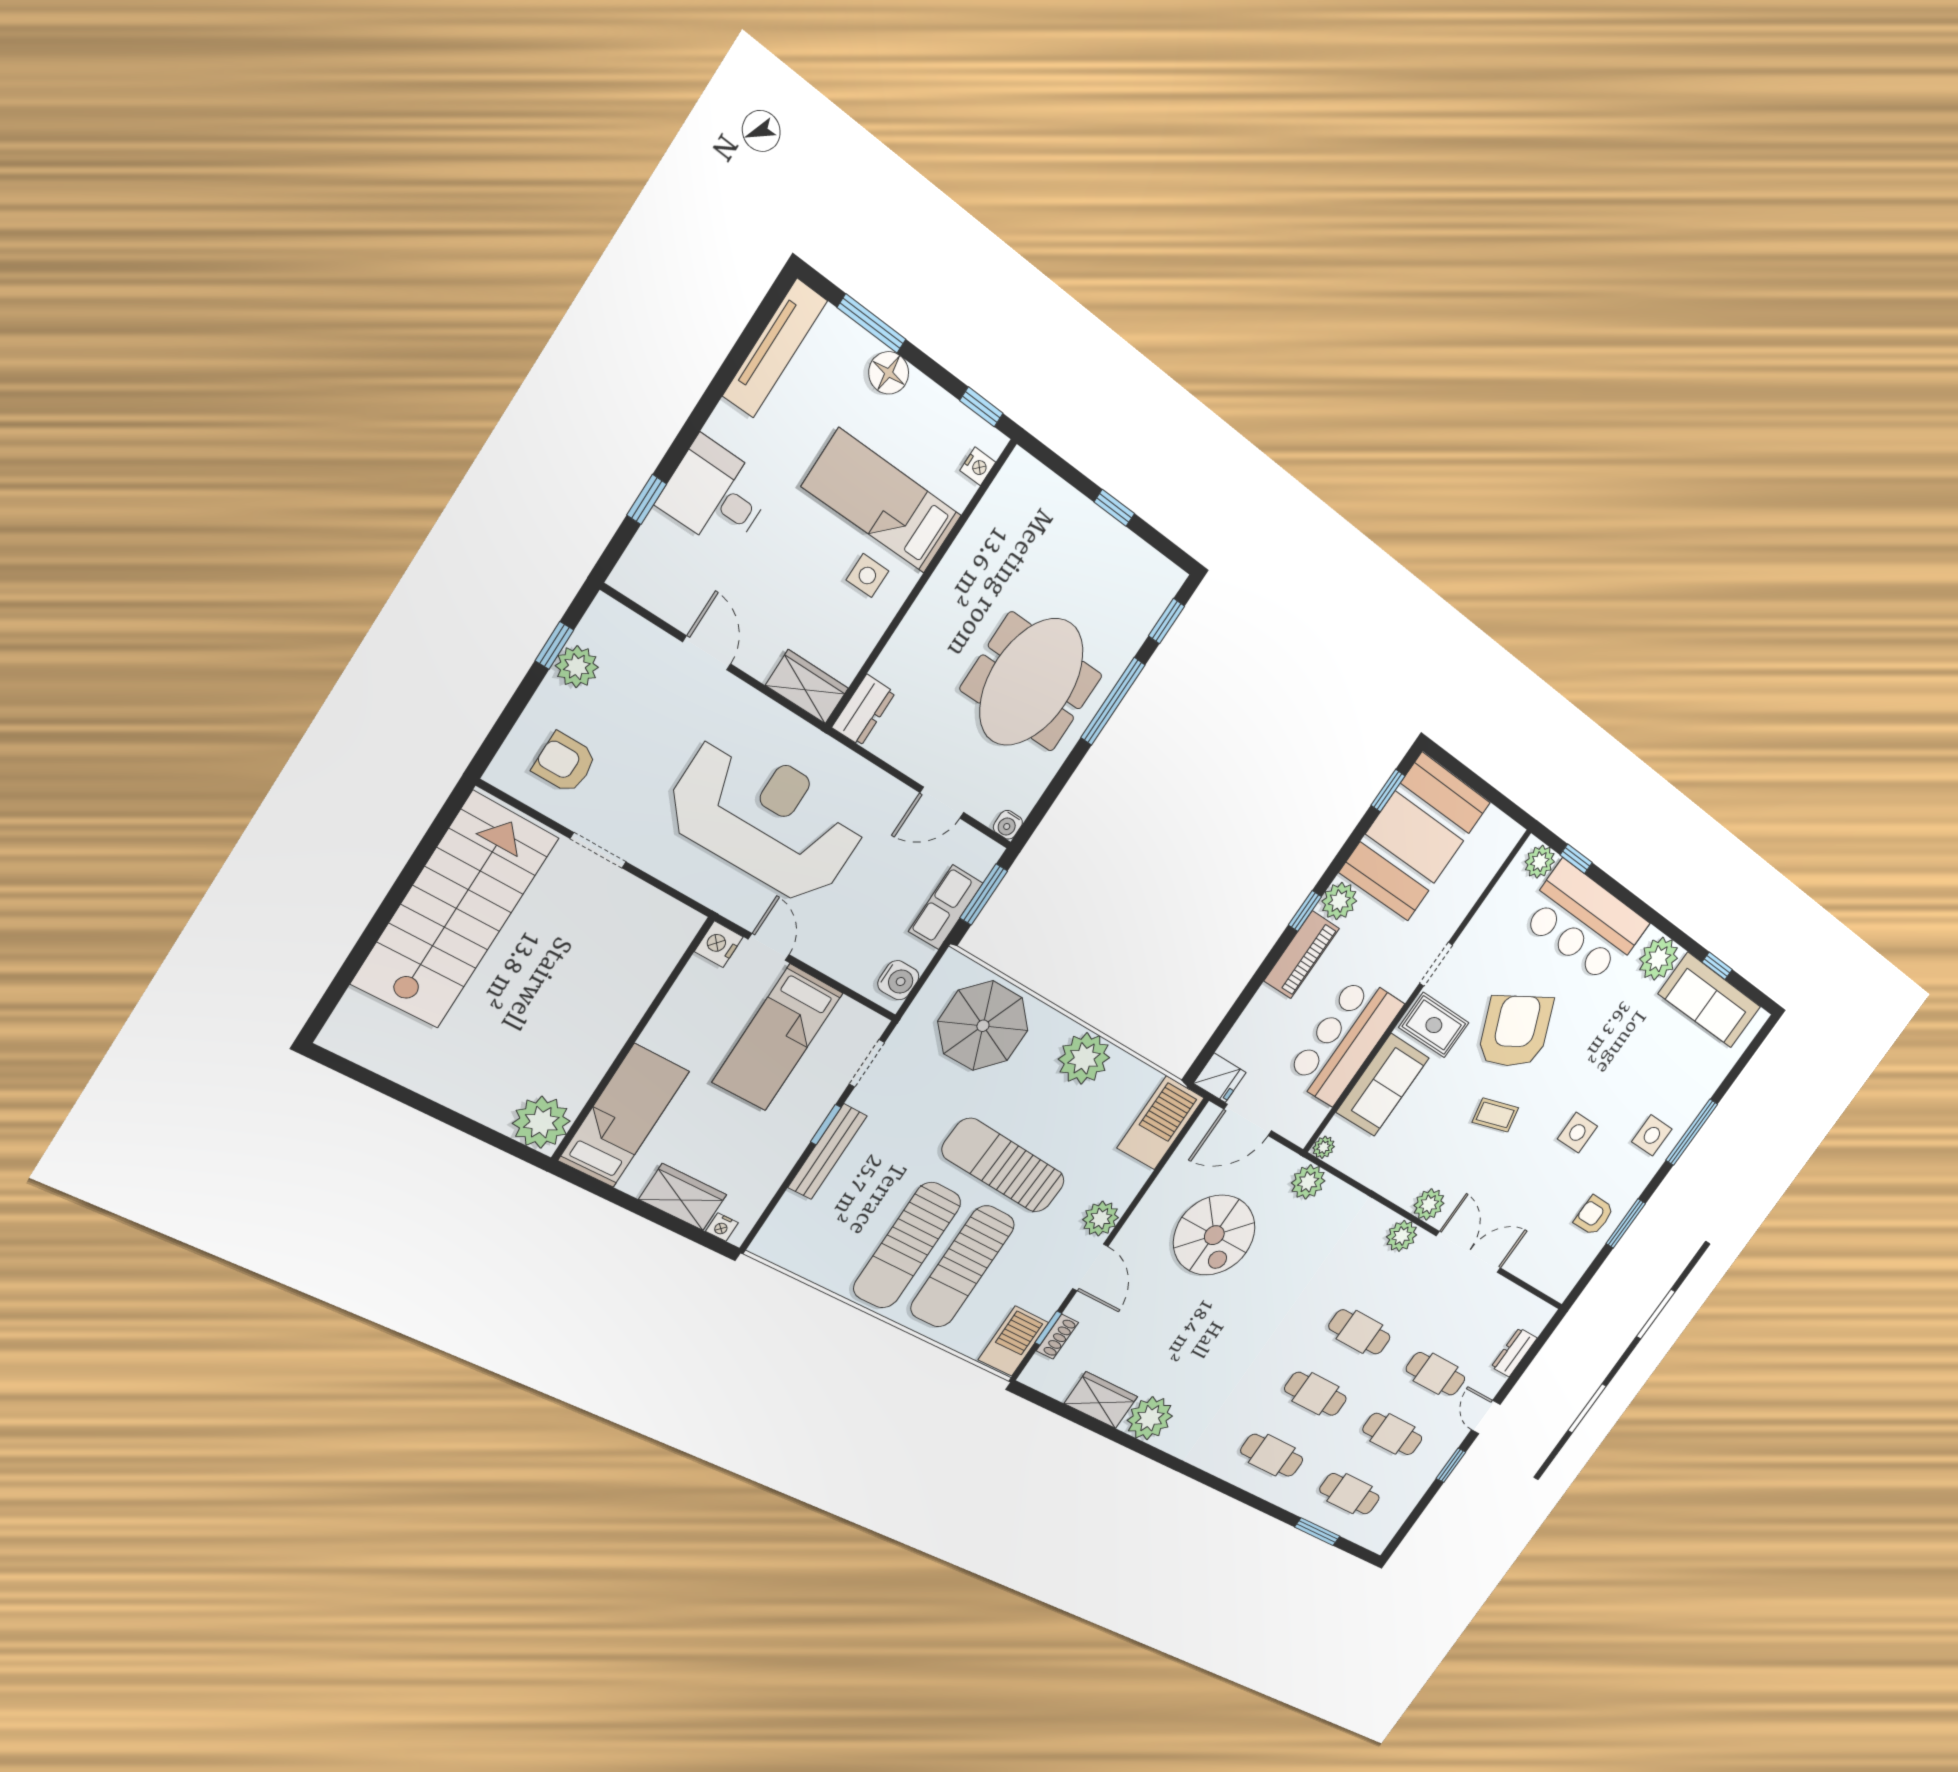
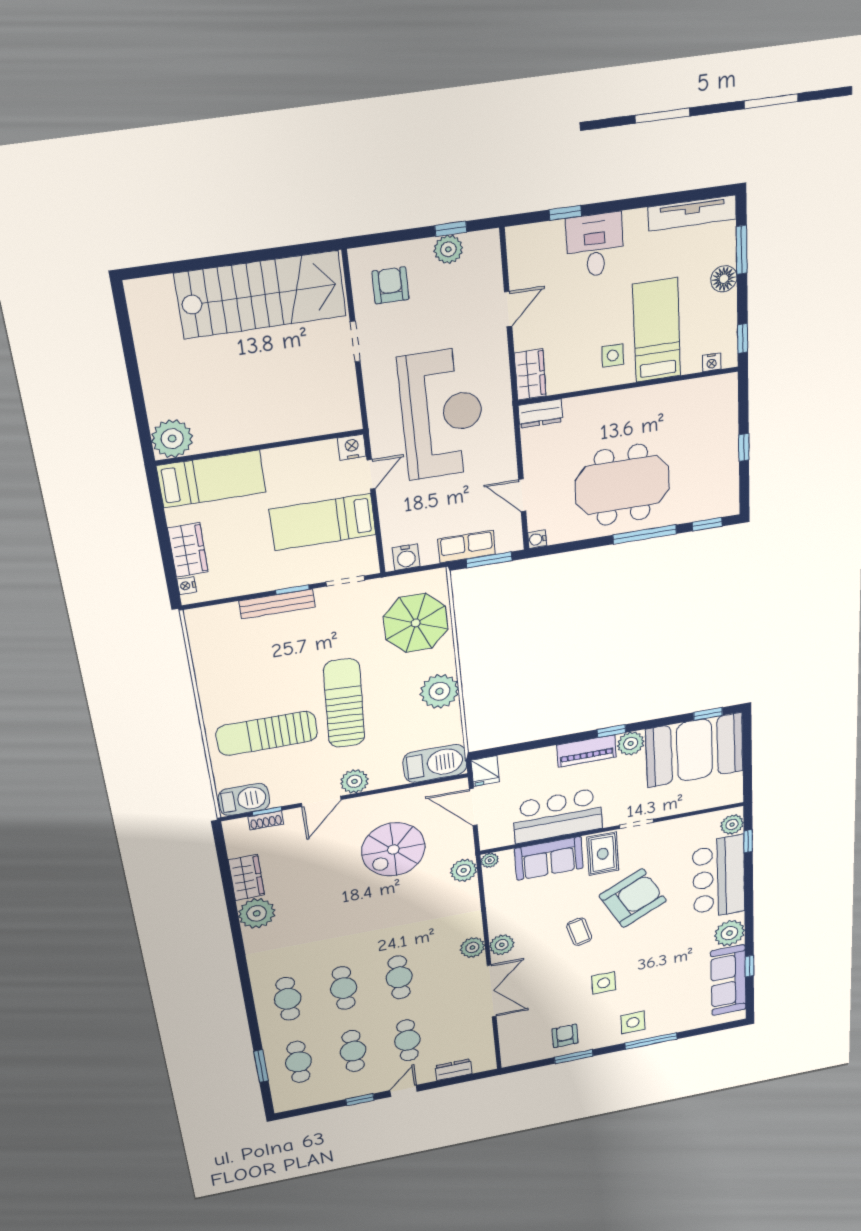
sun lounger: (907, 1245) -> (256, 693), removed

